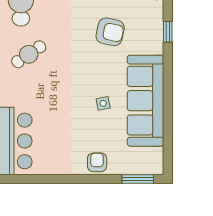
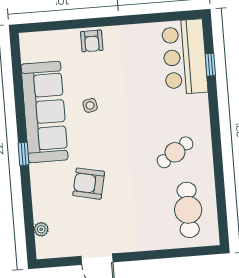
window: (168, 32) -> (24, 154), moved
window: (138, 179) -> (46, 26), removed

